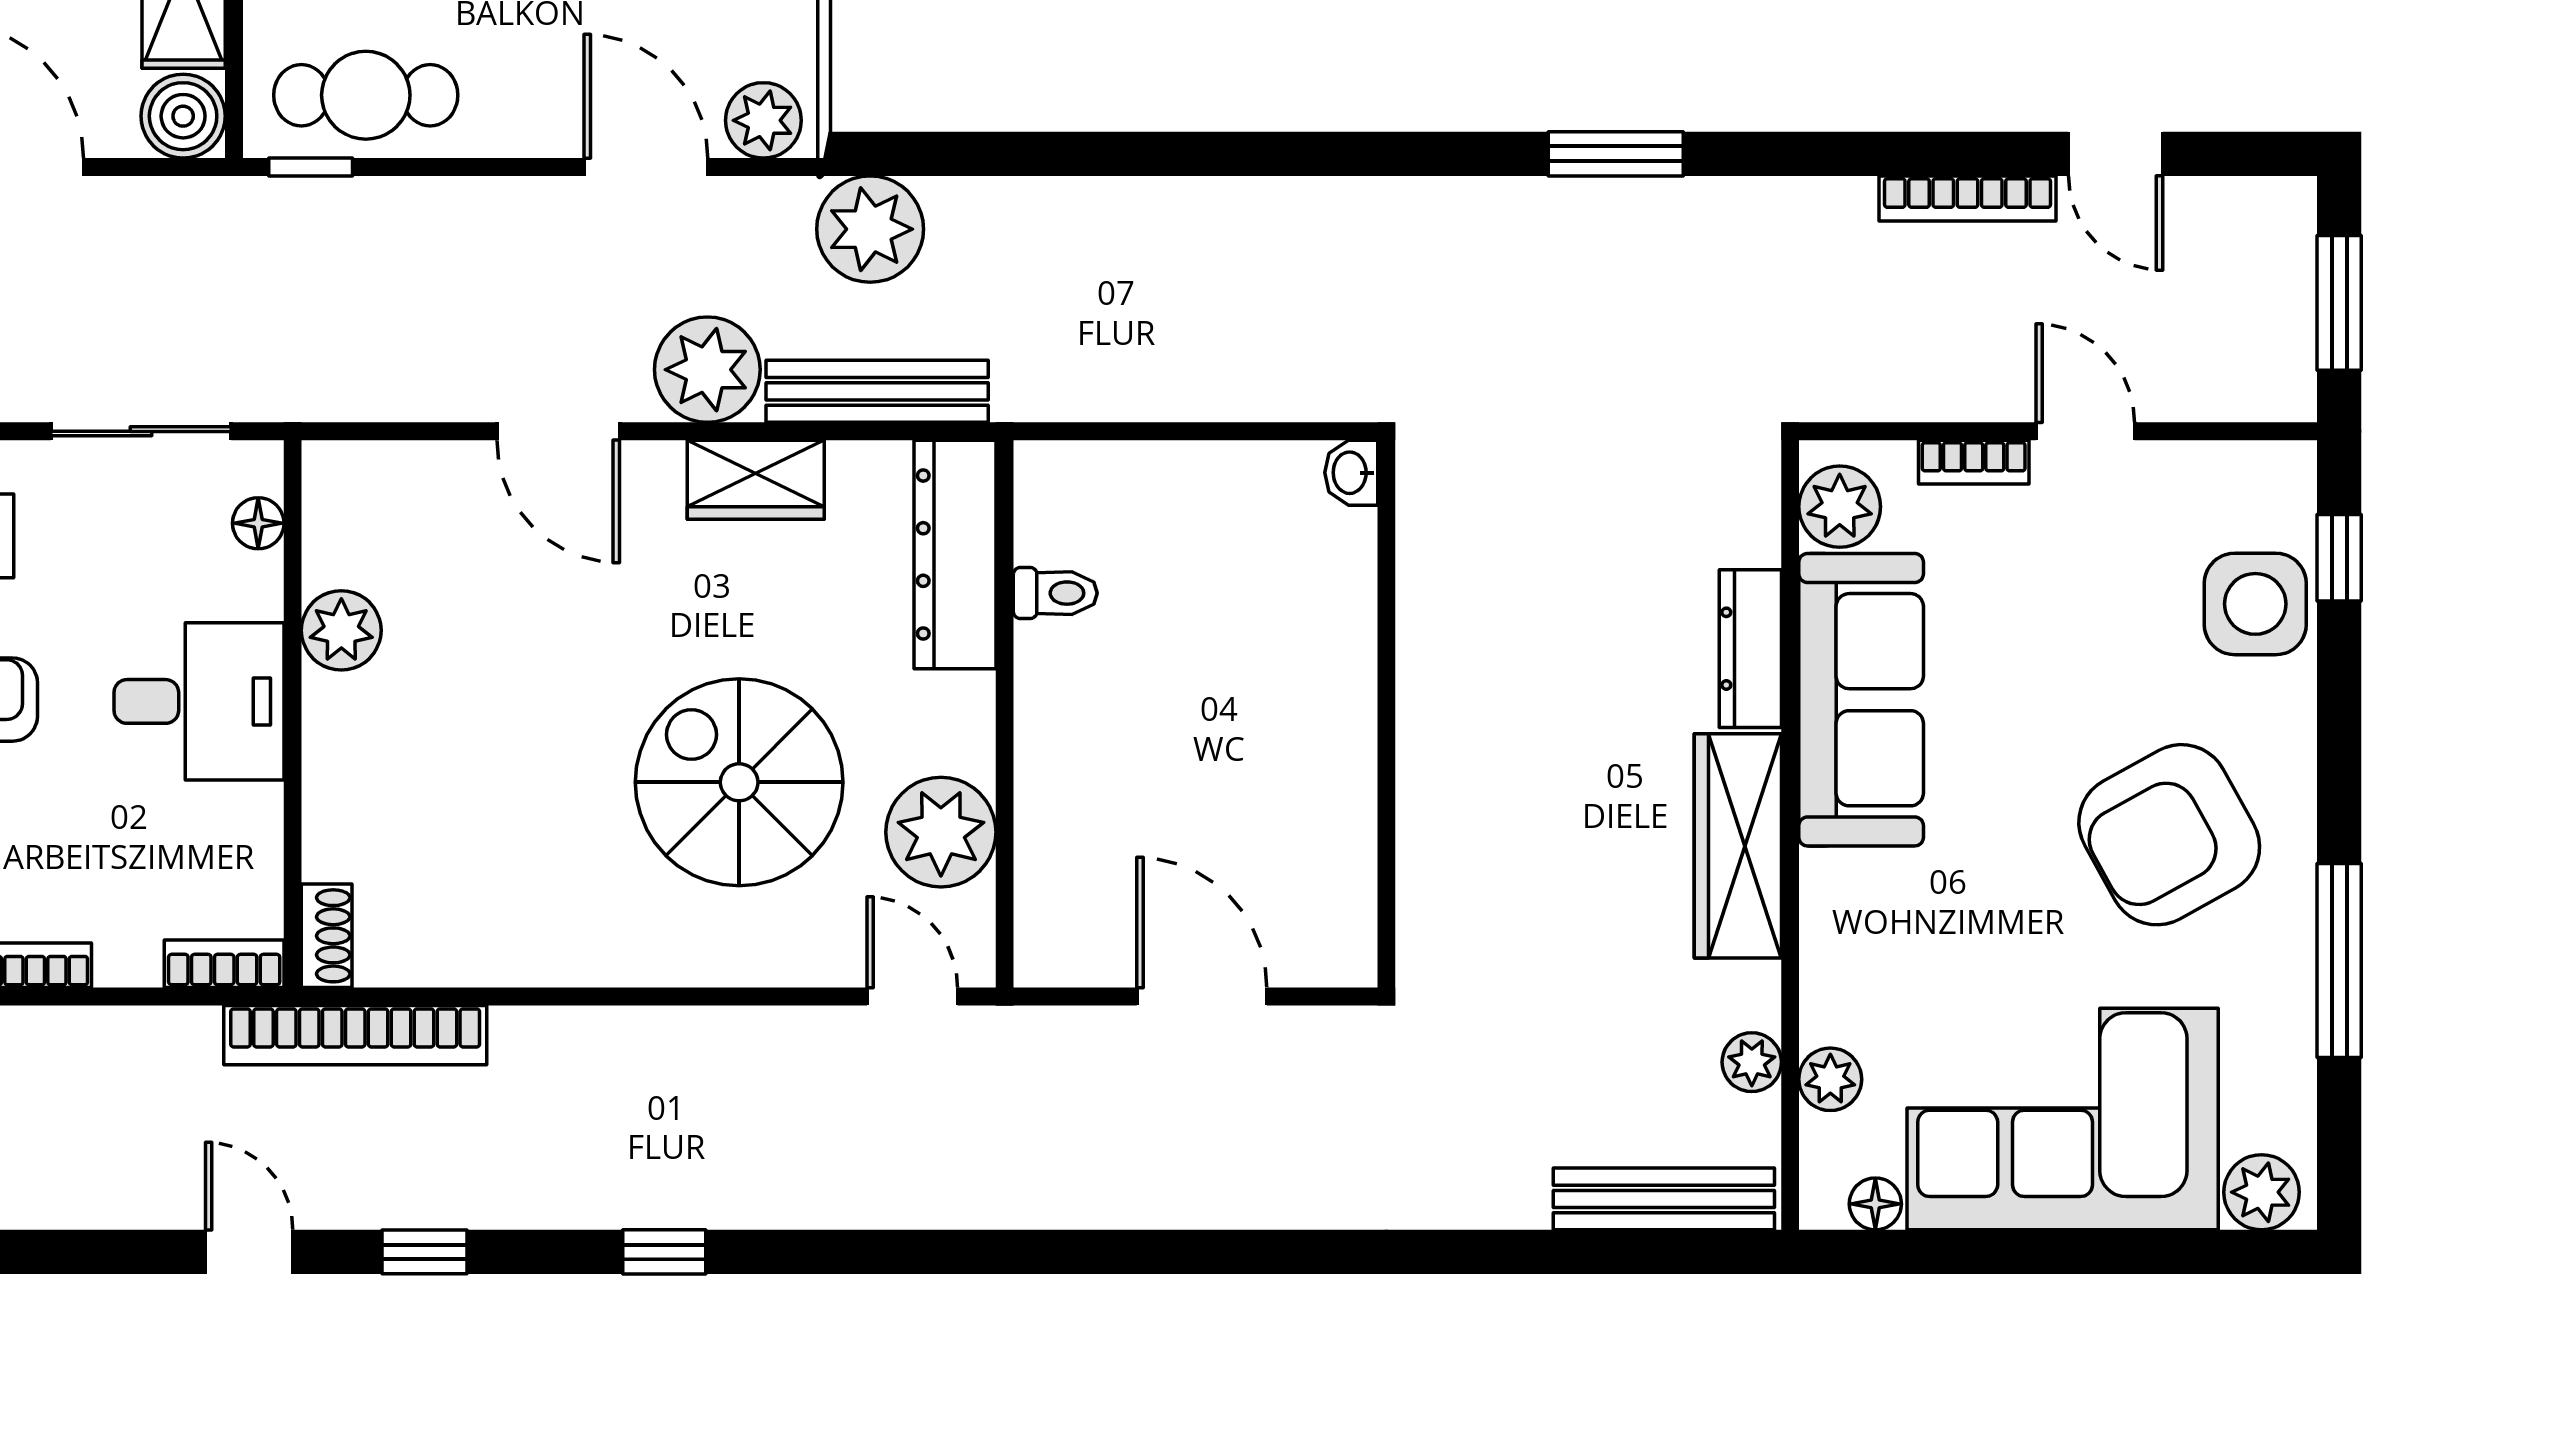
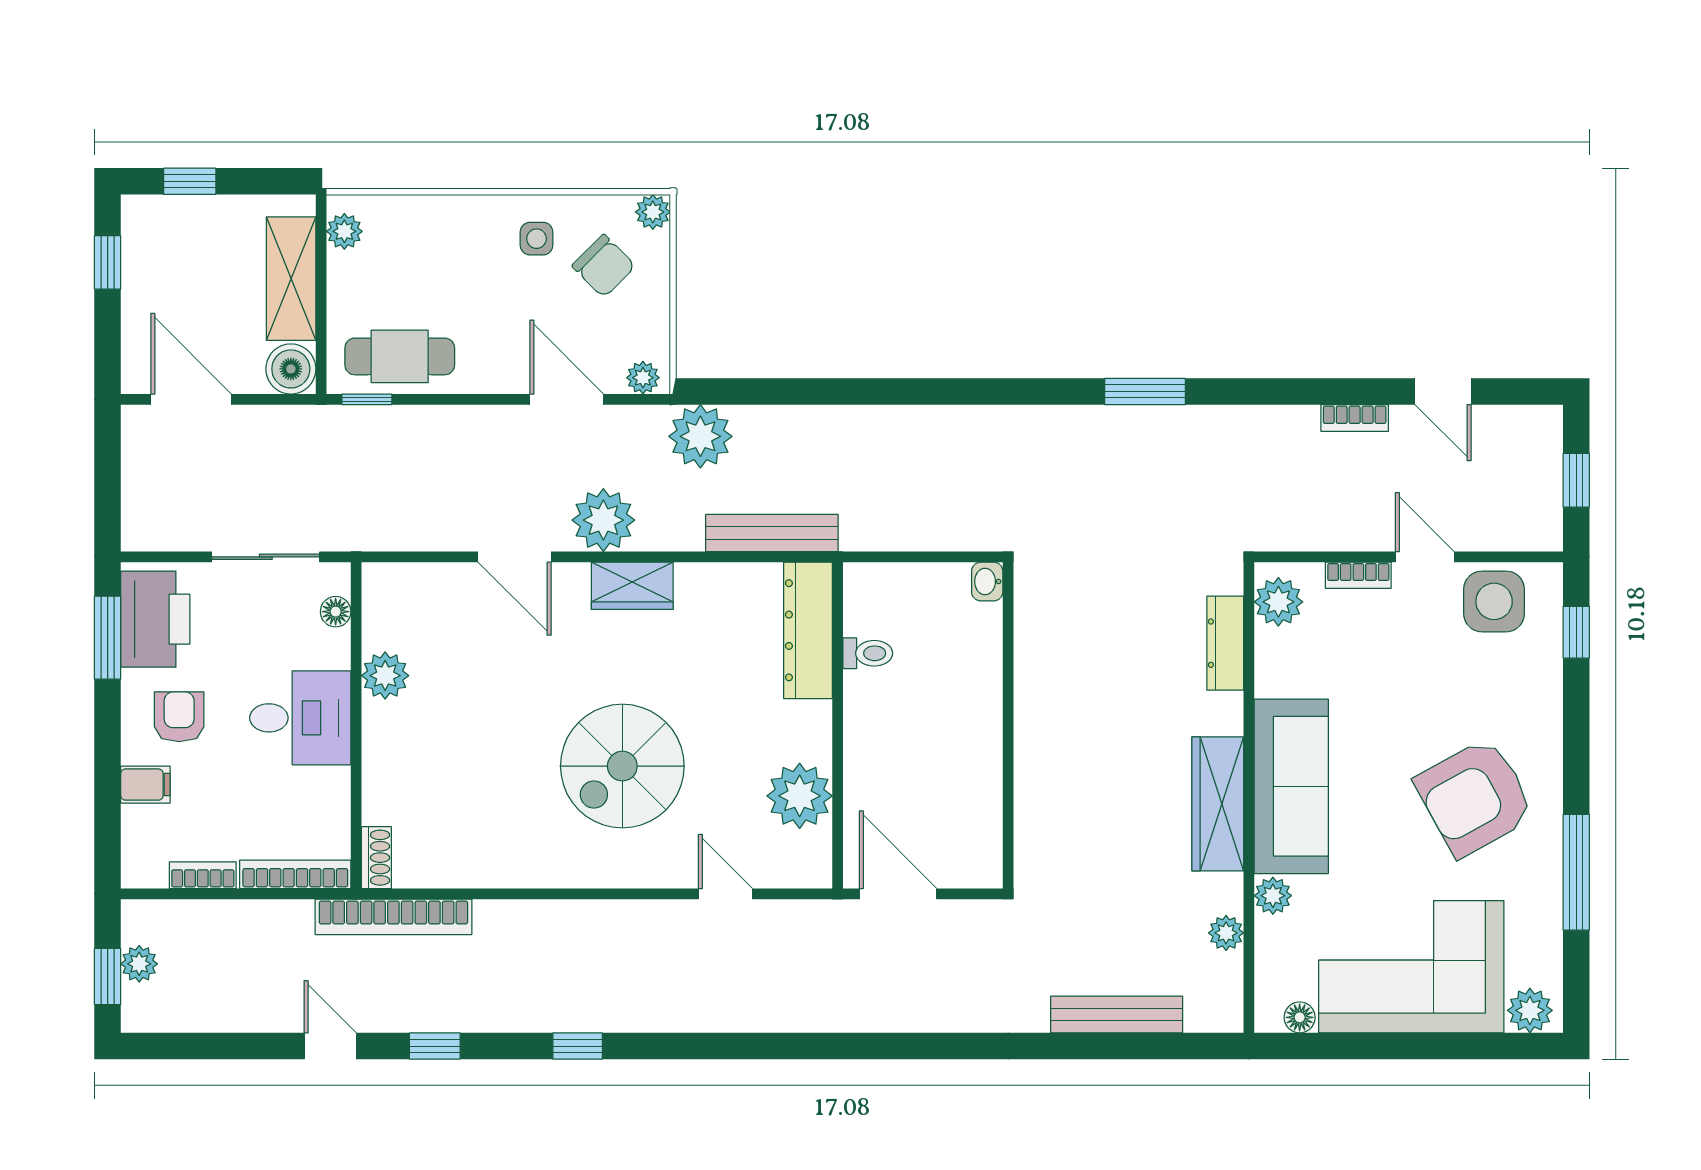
plant: (763, 120) -> (643, 378), width x0.73, depth x0.73
bookcase: (1968, 198) -> (1355, 418), width x0.64
window: (2339, 303) -> (1576, 480), width x0.67
bench: (877, 391) -> (772, 533), moved
dresser: (955, 555) -> (808, 630), moved
toilet: (1055, 593) -> (868, 653), moved
side table: (2255, 604) -> (1494, 601), moved
dresser: (1750, 649) -> (1225, 643), moved
sofa: (1861, 700) -> (1291, 786), moved
wall: (1005, 714) -> (838, 725), moved
spiral stairs: (739, 782) -> (622, 766), turned -90
plant: (941, 832) -> (800, 796), moved
bookcase: (224, 964) -> (295, 874), width x1.56
plant: (1830, 1079) -> (1273, 896), moved
bench: (1664, 1199) -> (1117, 1014), moved

